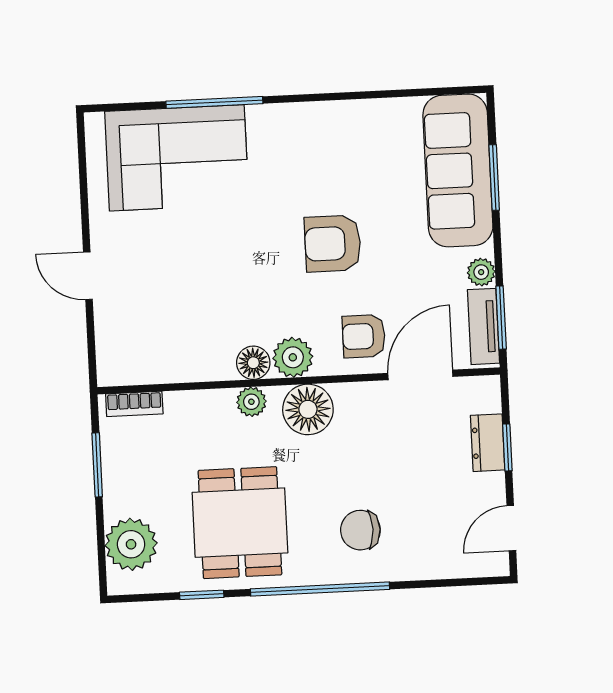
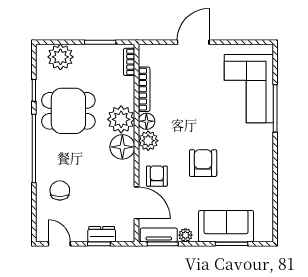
sofa: (458, 170) -> (226, 226), width x0.73
door: (88, 276) -> (193, 42), width x1.38
bookcase: (188, 371) -> (144, 89), added
plant: (251, 402) -> (121, 119), width x1.88, depth x1.88
chair: (360, 530) -> (60, 190), moved

